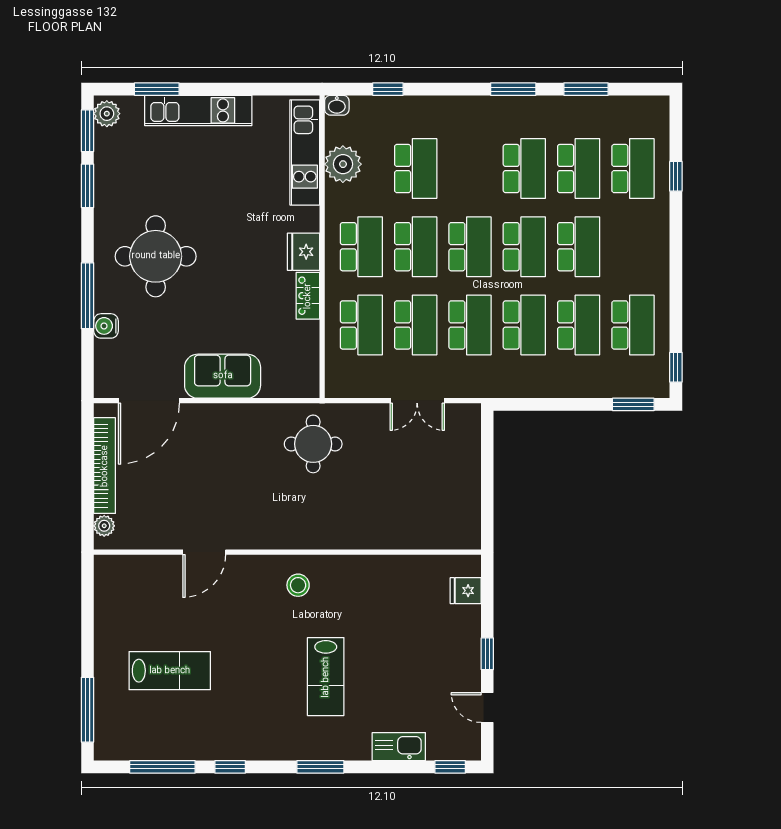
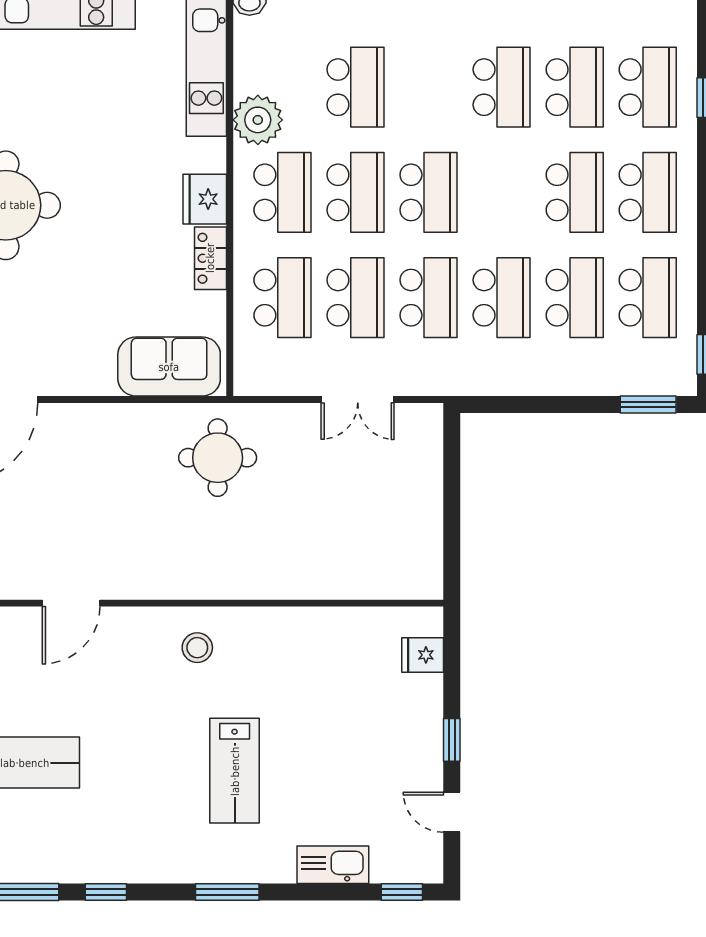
plant: (343, 164) -> (258, 120), moved
school desk: (524, 247) -> (648, 192), moved
sofa: (223, 376) -> (169, 367), moved

